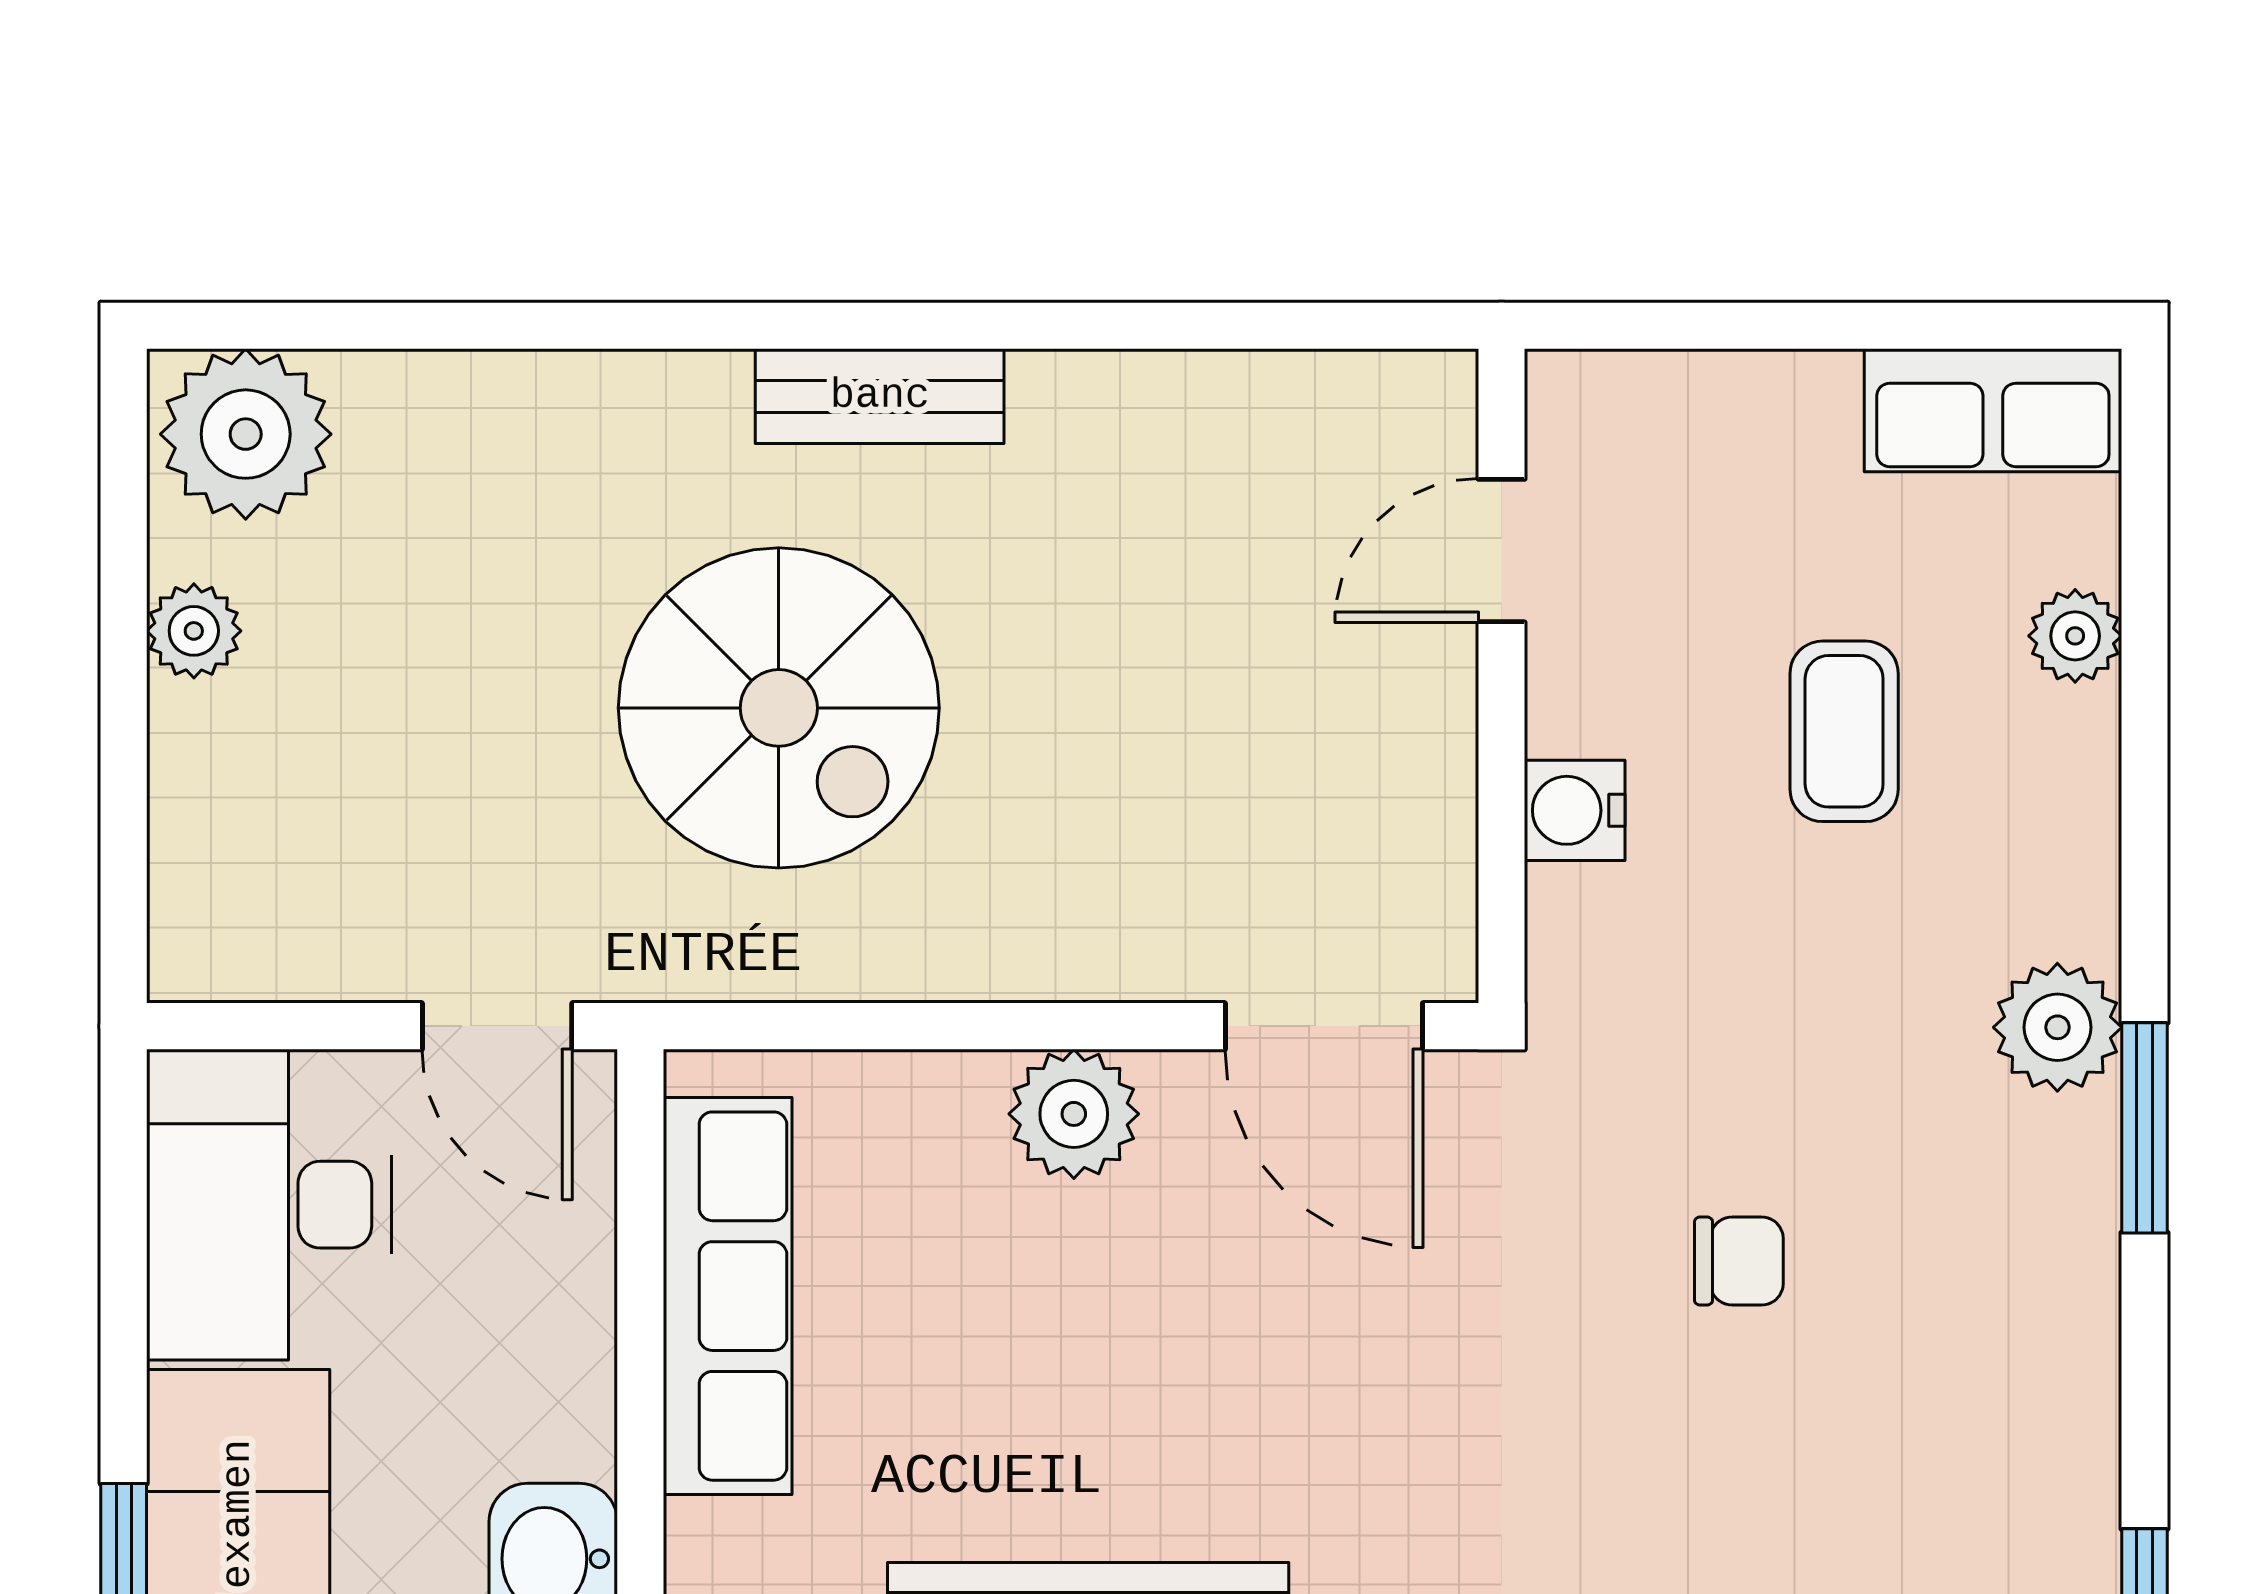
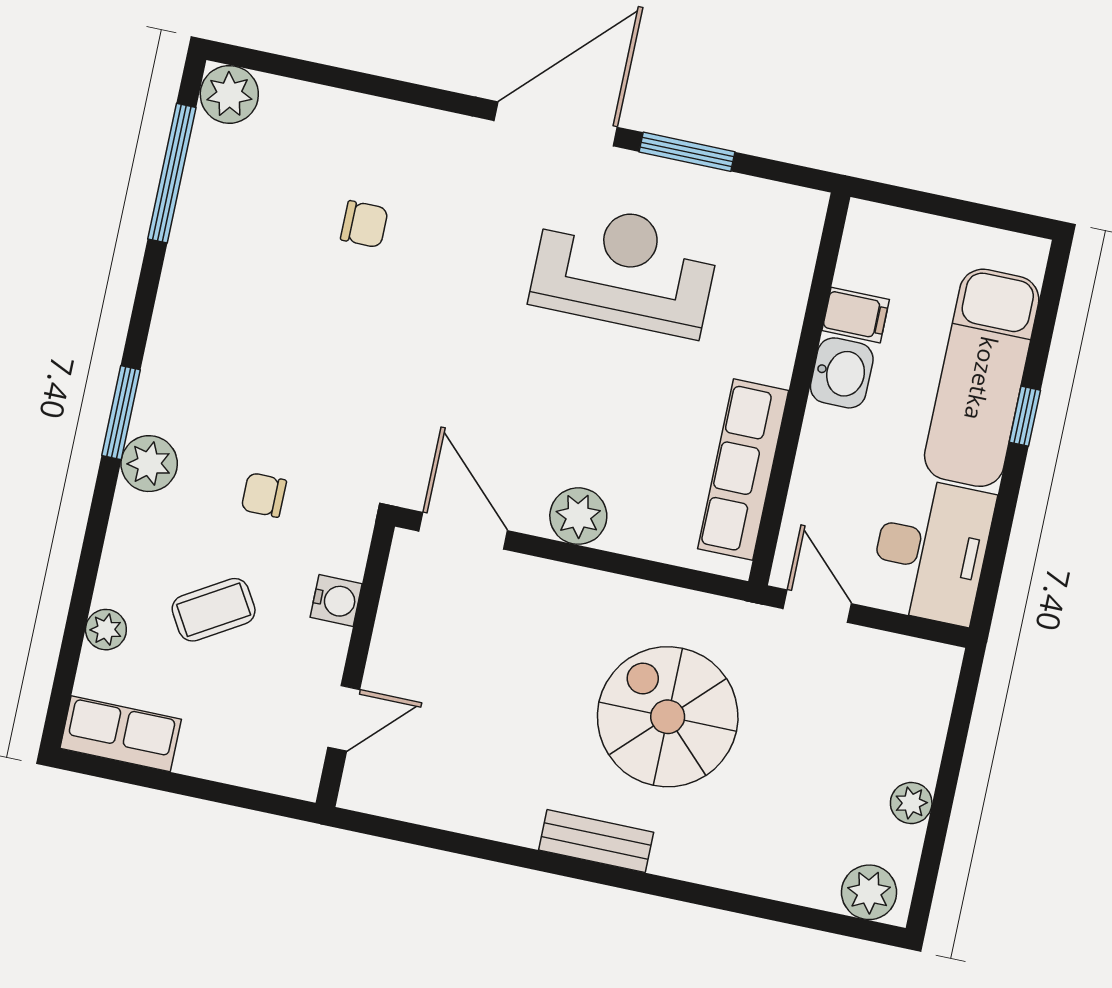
plant: (246, 434) -> (869, 892), width x0.73, depth x0.73
coffee table: (1844, 731) -> (214, 610), turned 59
chair: (1739, 1261) -> (264, 495), moved

